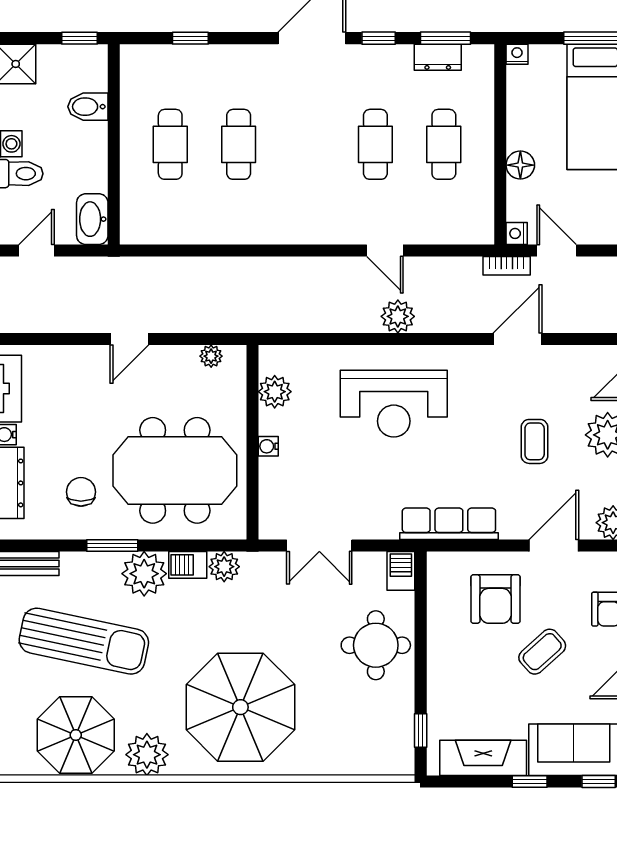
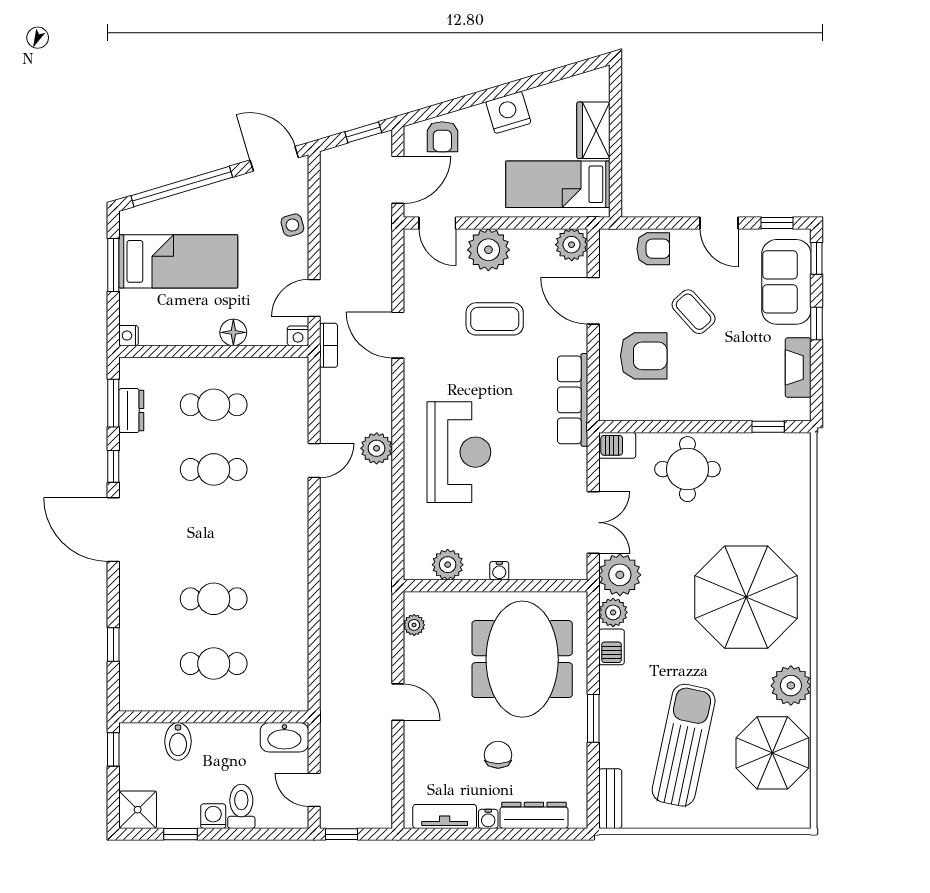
coffee table: (535, 441) -> (495, 319), width x1.36, depth x1.30
chair: (81, 492) -> (498, 755), moved, turned 90
plant: (144, 574) -> (620, 575), moved
fireplace: (483, 758) -> (798, 368), width x0.73, depth x0.76

